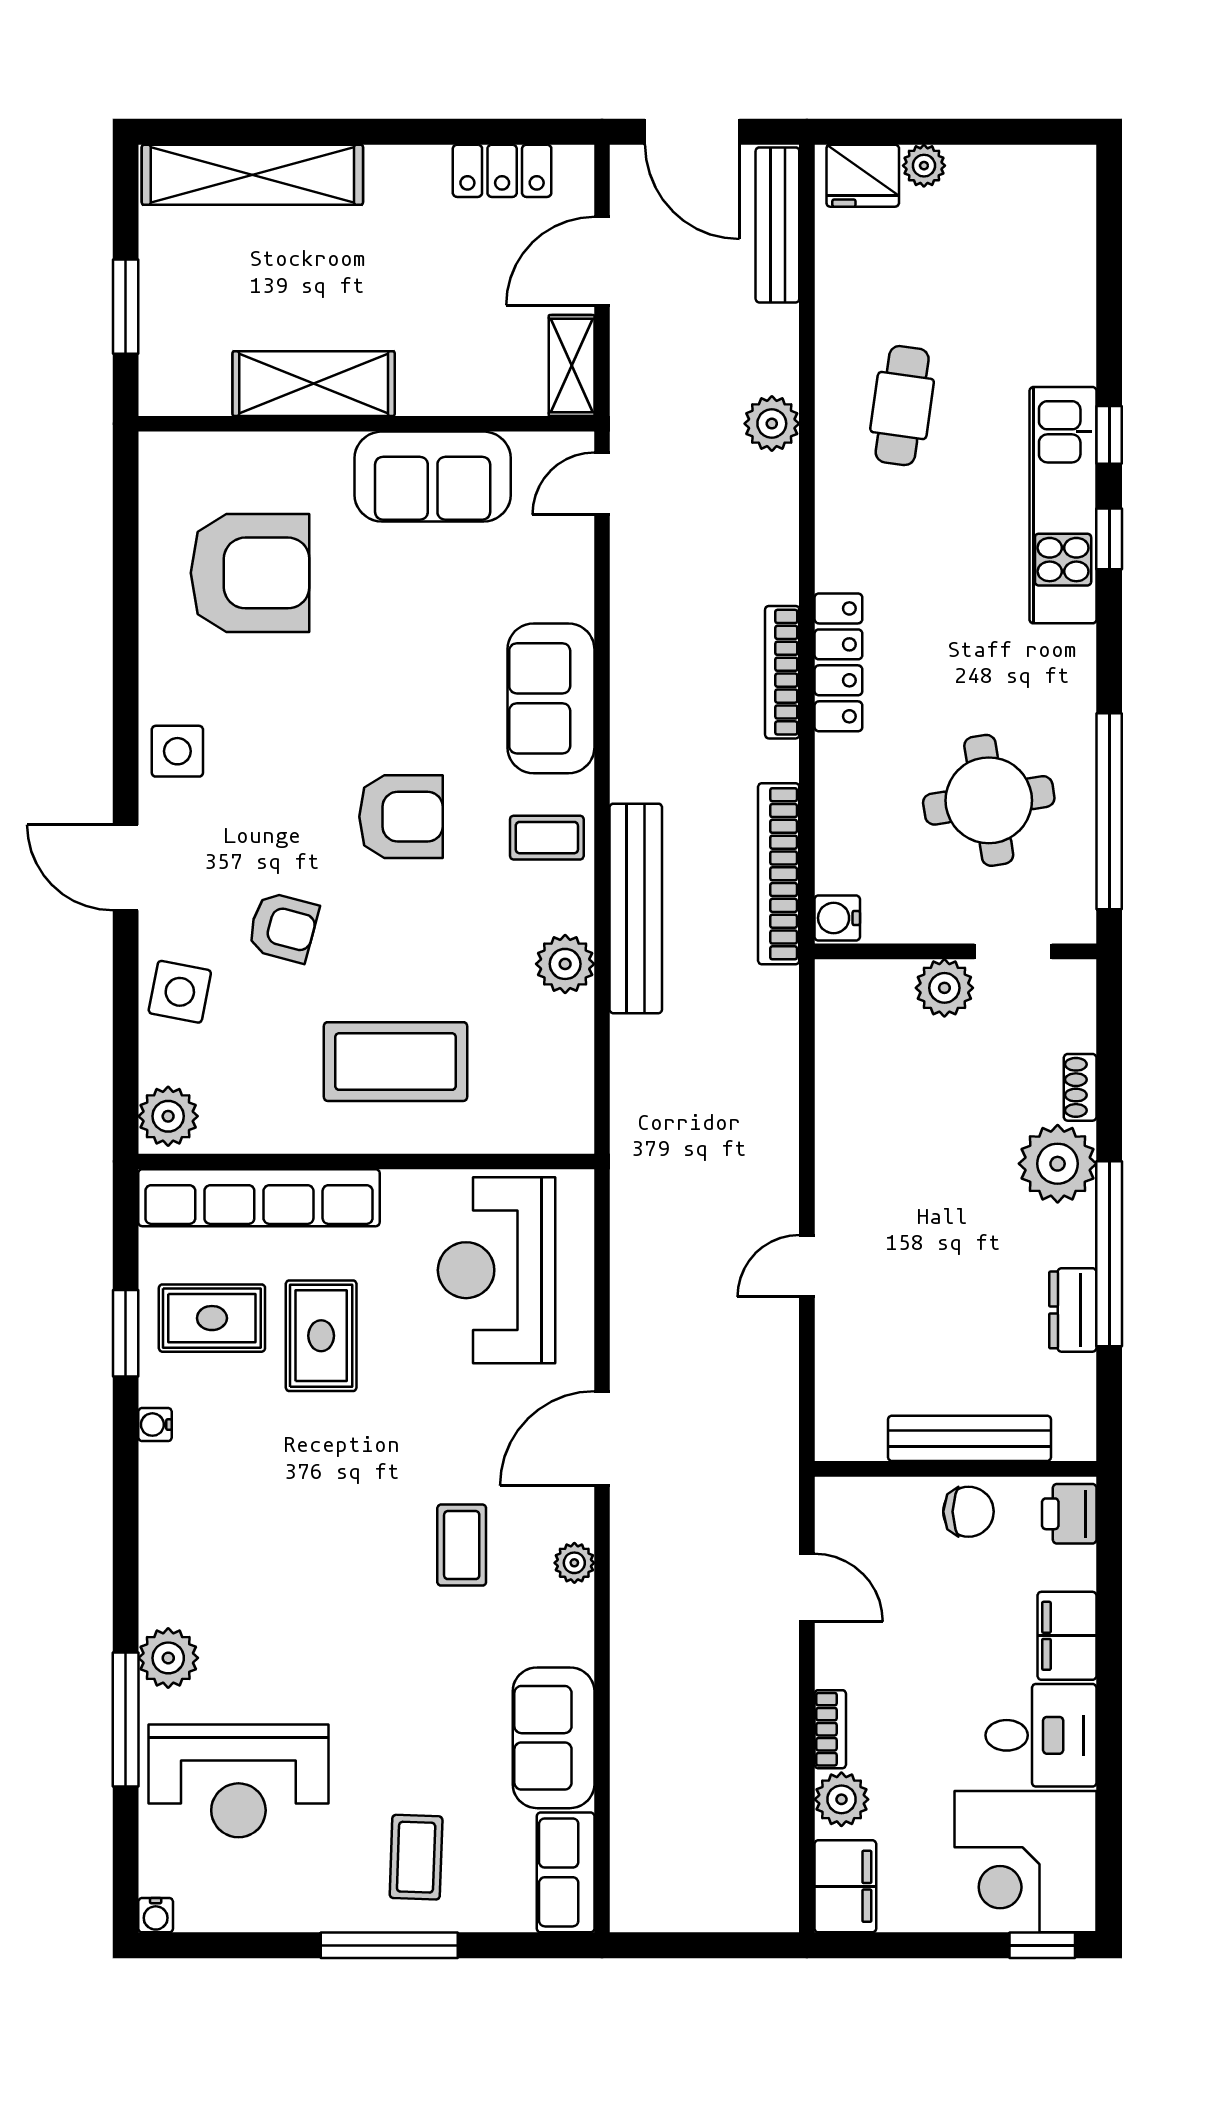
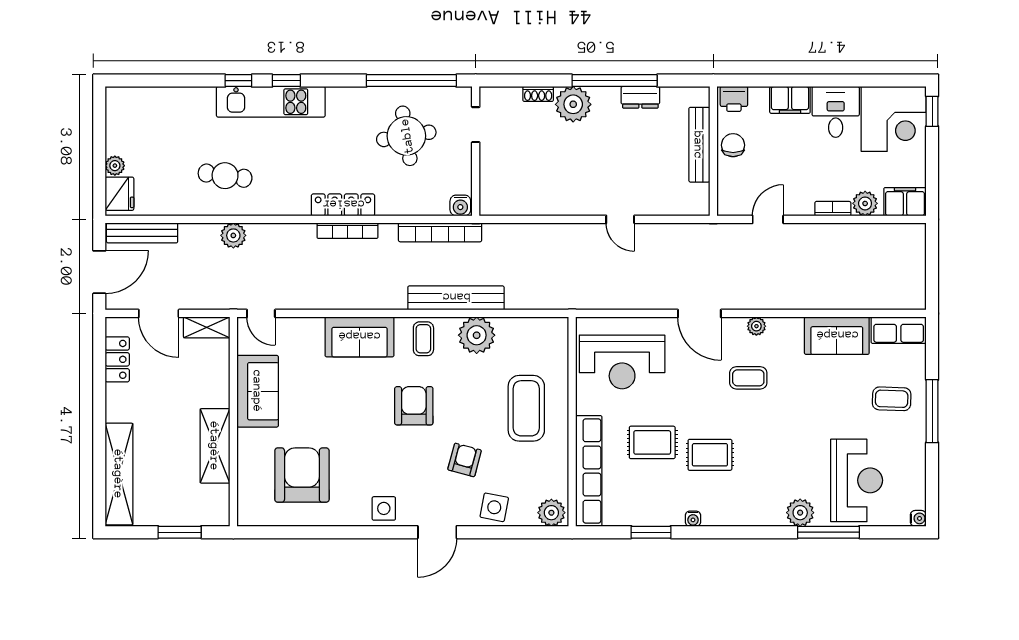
plant: (565, 964) -> (477, 335), width x1.36, depth x1.36
plant: (944, 988) -> (492, 156), removed
rug: (212, 1318) -> (710, 455), moved, turned 90

